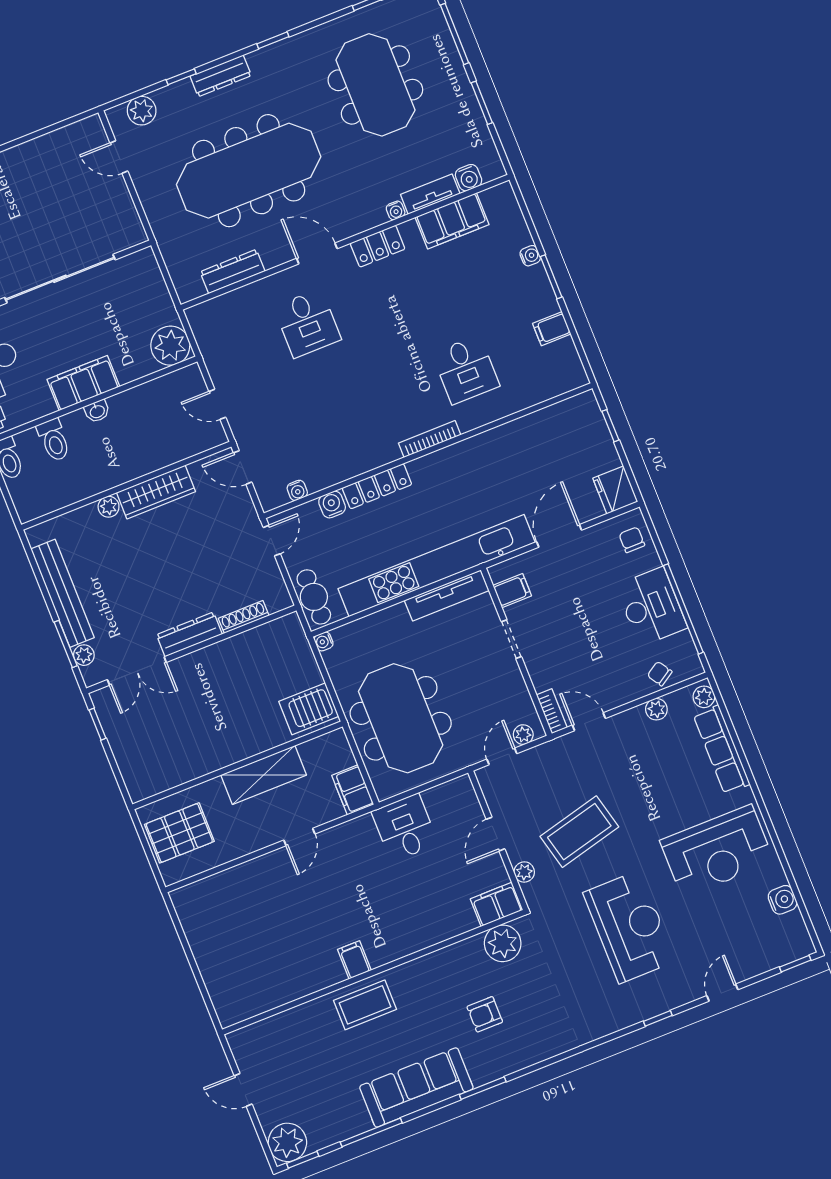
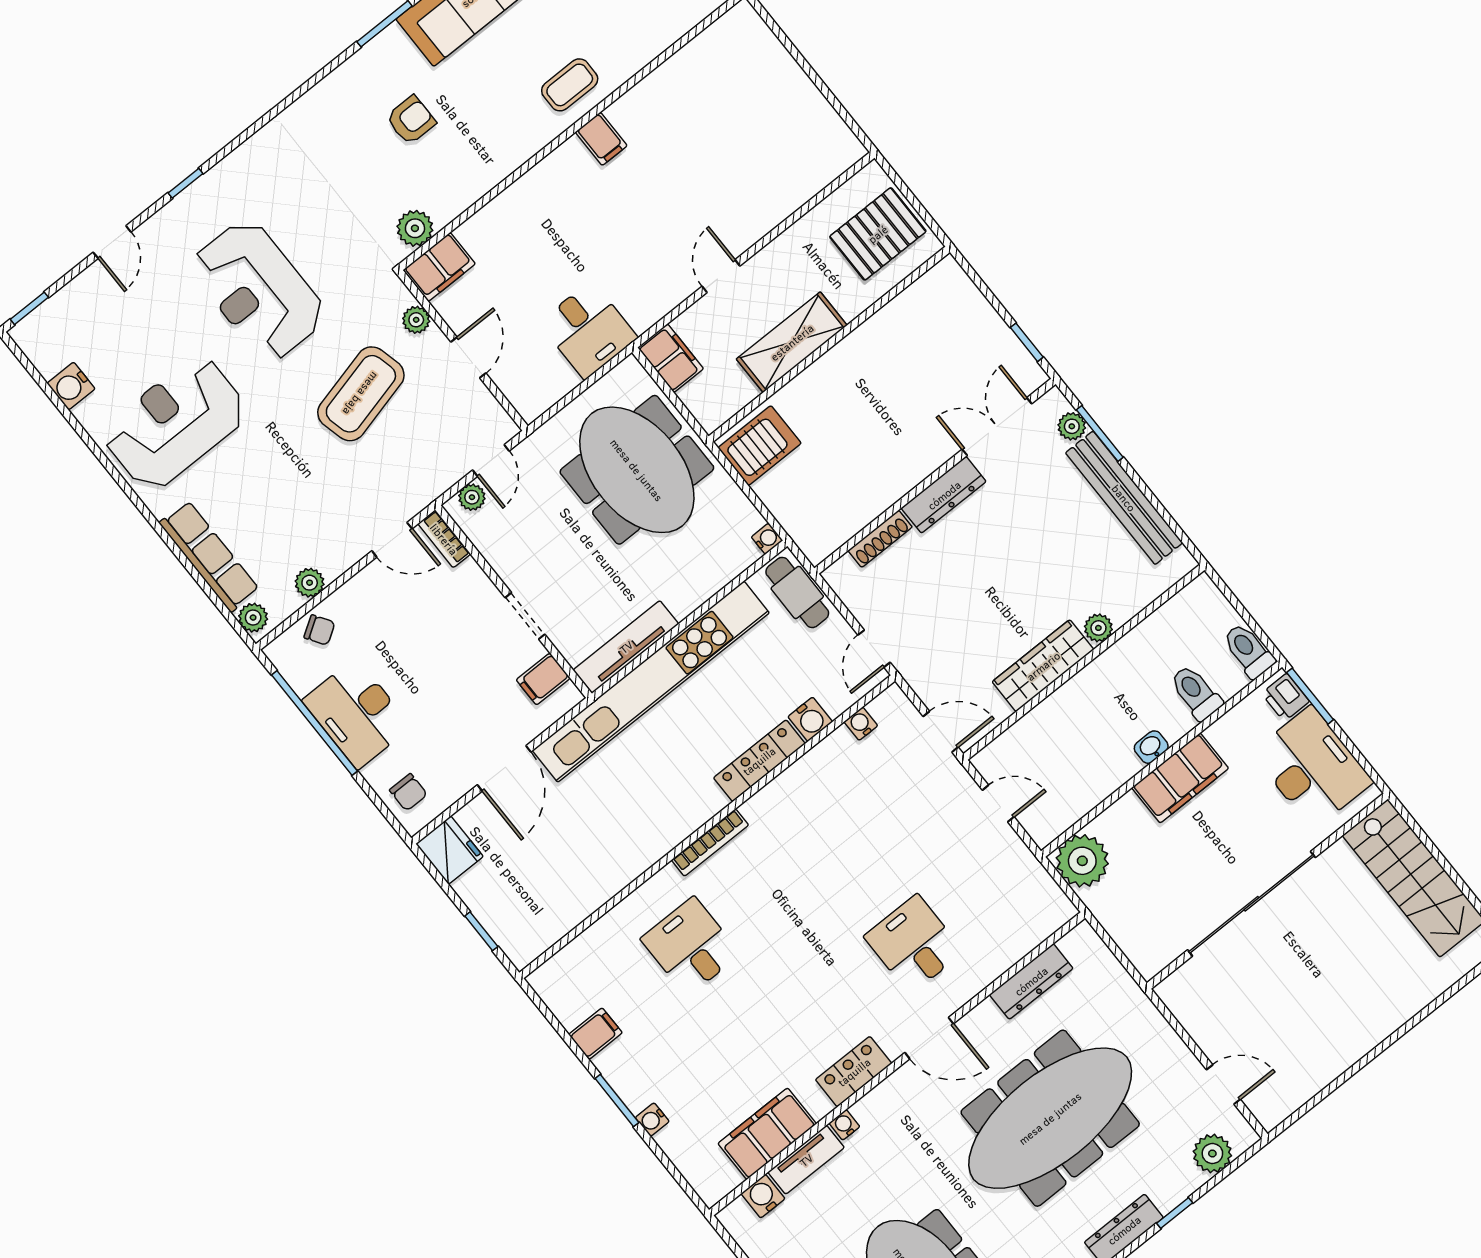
plant: (503, 943) -> (415, 228), width x0.73, depth x0.73
coffee table: (365, 1005) -> (570, 85), width x0.73, depth x0.77

